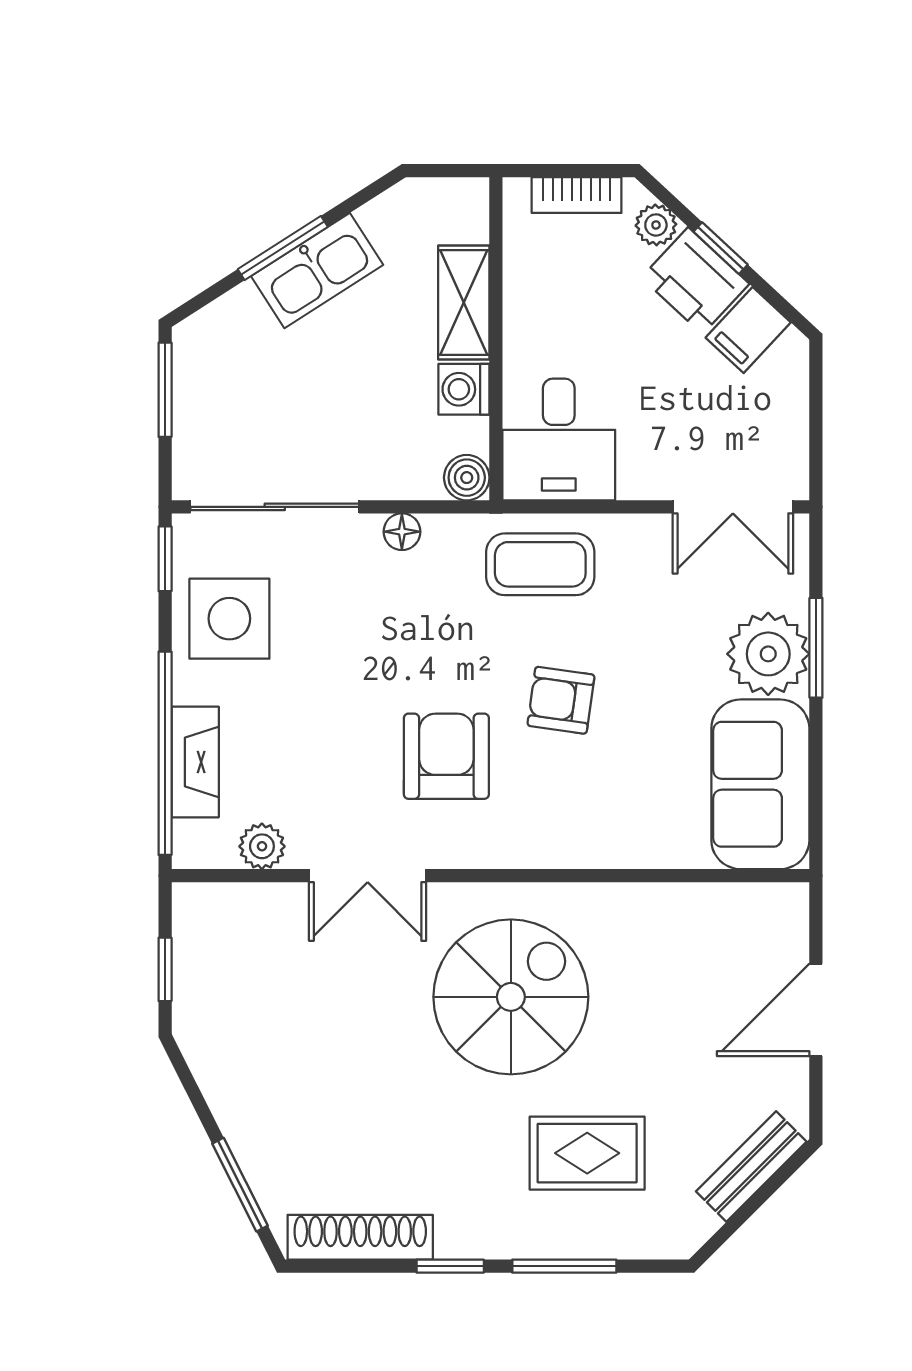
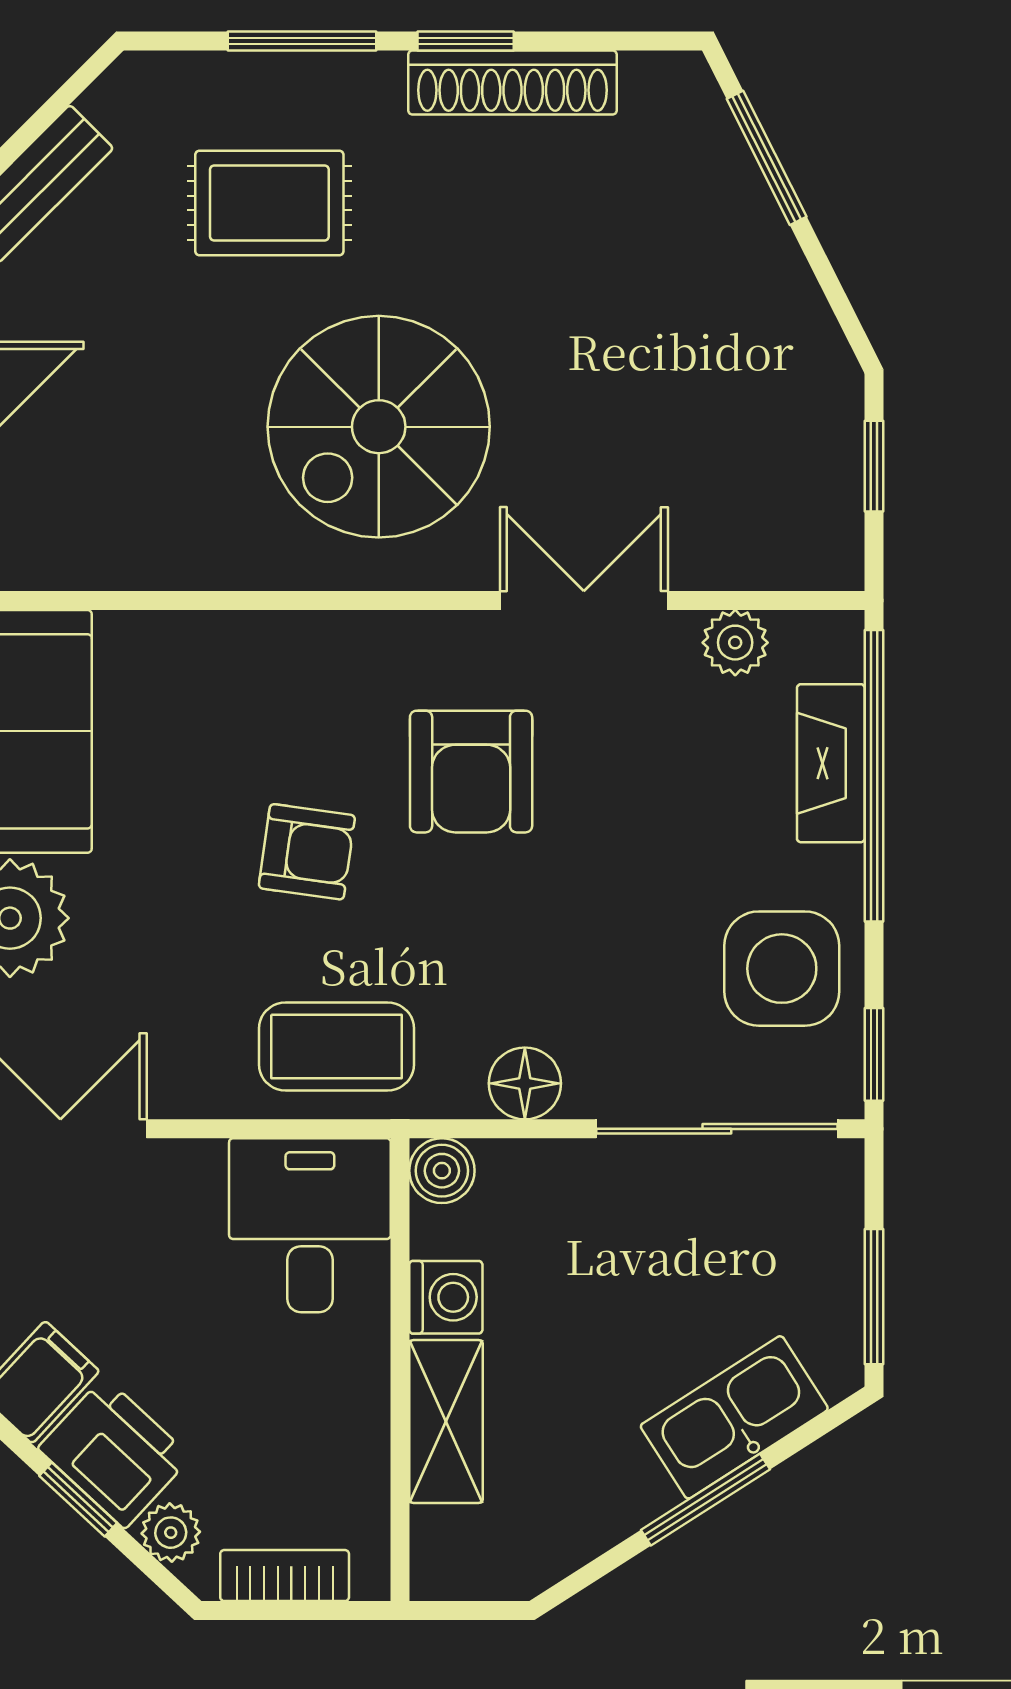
kitchen sink: (317, 271) -> (734, 1417), moved
floor lamp: (402, 532) -> (525, 1083), width x1.37, depth x1.37
shoe rack: (360, 1237) -> (512, 83), moved

